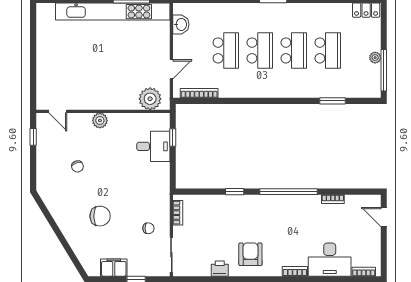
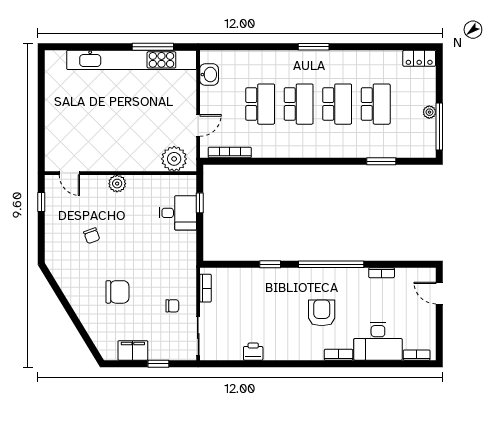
armchair: (250, 254) -> (322, 313), moved

